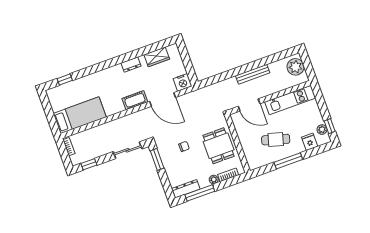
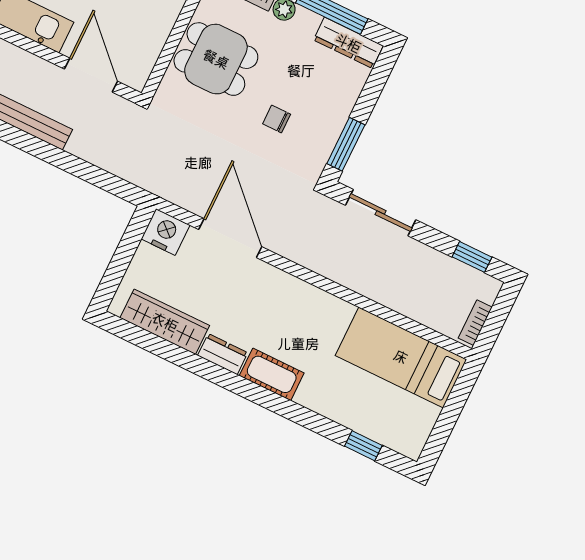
wardrobe: (157, 57) -> (165, 322), width x1.50
cot: (135, 100) -> (272, 374), moved
dining table: (219, 146) -> (216, 59), turned 90

